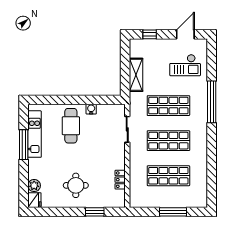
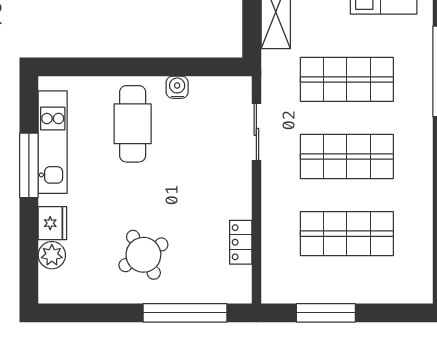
round table: (76, 185) -> (143, 255), turned -30
fridge: (34, 200) -> (52, 223), moved
window: (95, 212) -> (185, 313), width x2.11
window: (173, 212) -> (326, 313), moved

